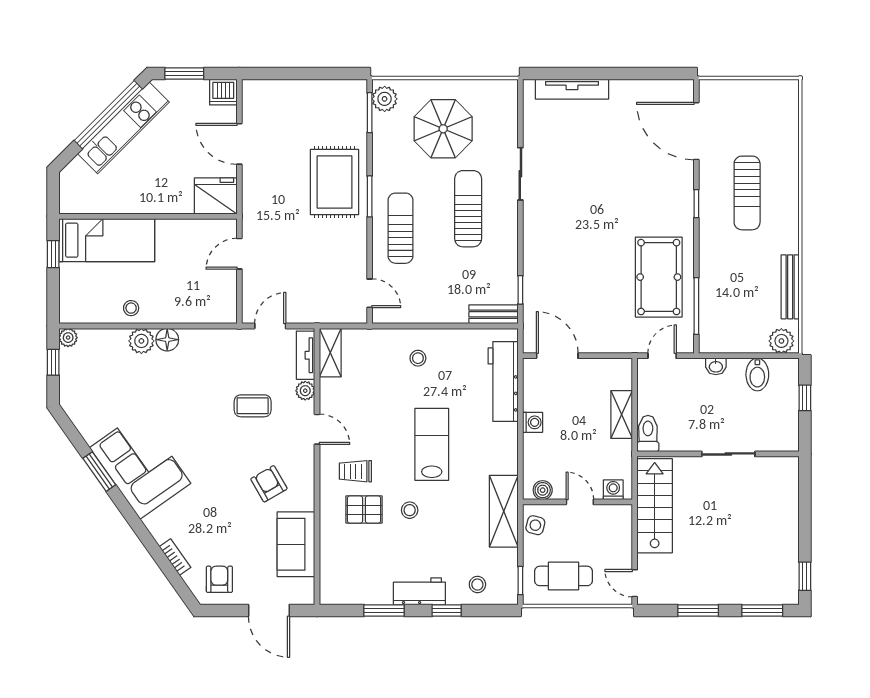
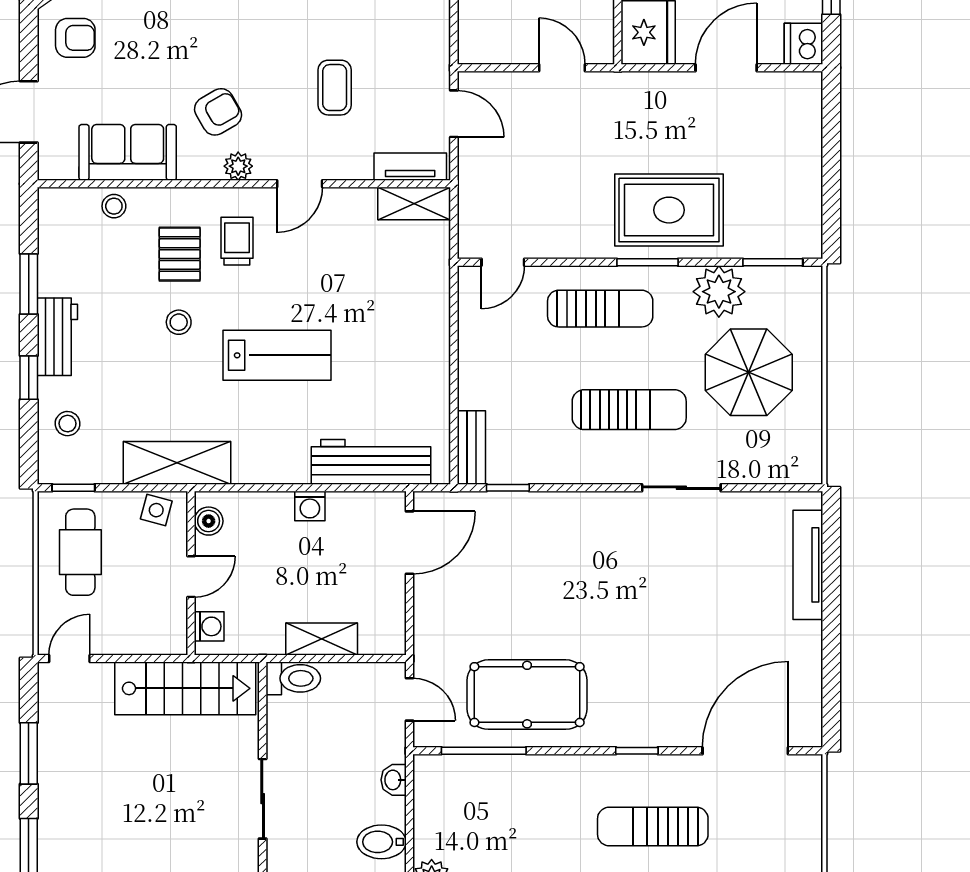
plant: (385, 99) -> (719, 292), moved, width x1.36, depth x1.36
stool: (418, 358) -> (114, 206), moved
plant: (305, 391) -> (238, 166), moved

